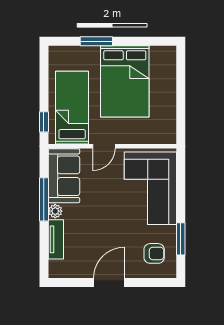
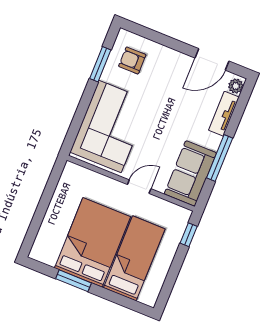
window: (96, 41) -> (74, 281), moved
bed: (72, 108) -> (134, 258), moved, turned 180
plant: (55, 211) -> (236, 86), moved
door: (109, 282) -> (212, 59), moved

